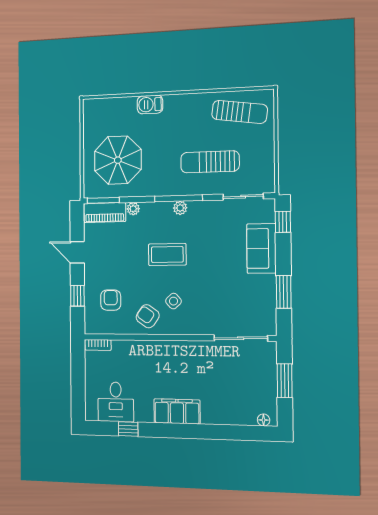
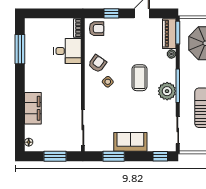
plant: (180, 208) -> (167, 91), width x1.87, depth x1.87
sofa: (261, 248) -> (130, 142), moved
armchair: (111, 300) -> (97, 29), moved
desk: (116, 402) -> (67, 51), moved, turned 180
filing cabinet: (177, 411) -> (33, 108), moved
window: (128, 429) -> (20, 49), width x2.17

